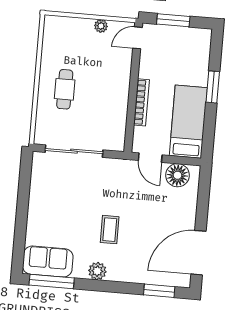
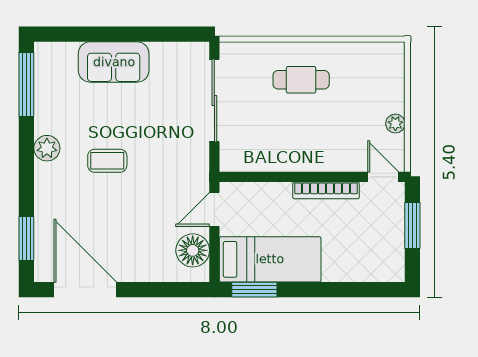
window: (213, 87) -> (254, 290), moved
bookcase: (142, 102) -> (326, 190), moved
sofa: (48, 262) -> (114, 62), moved, turned 90

